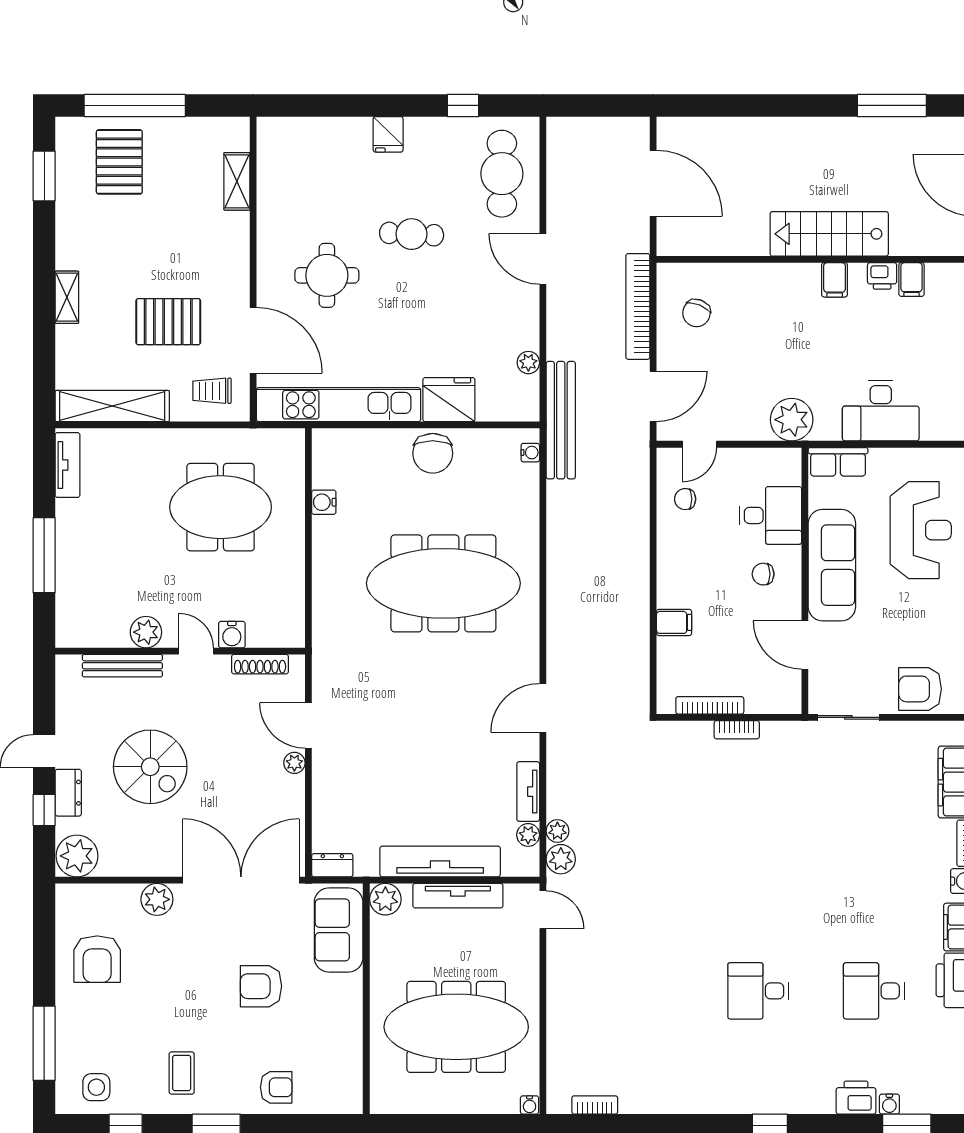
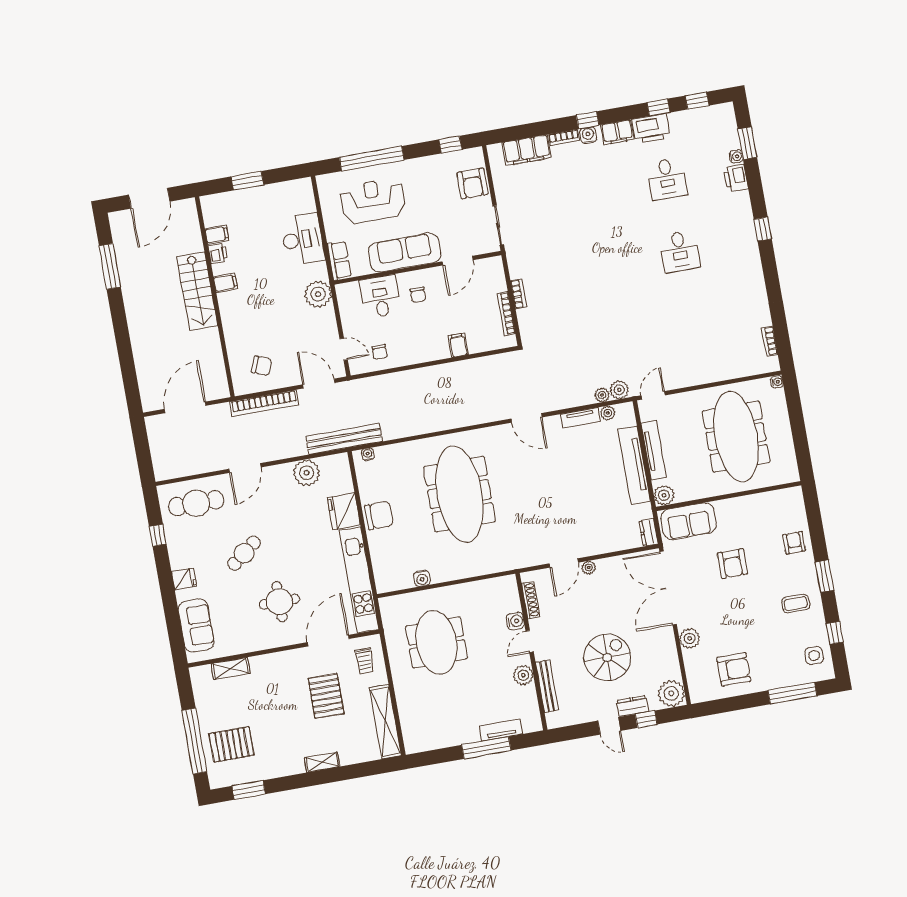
sofa: (313, 140) -> (196, 626), added
cafe table: (412, 234) -> (244, 553), turned 49
plant: (528, 363) -> (307, 473), width x1.87, depth x1.87
tv unit: (67, 465) -> (501, 730), moved

